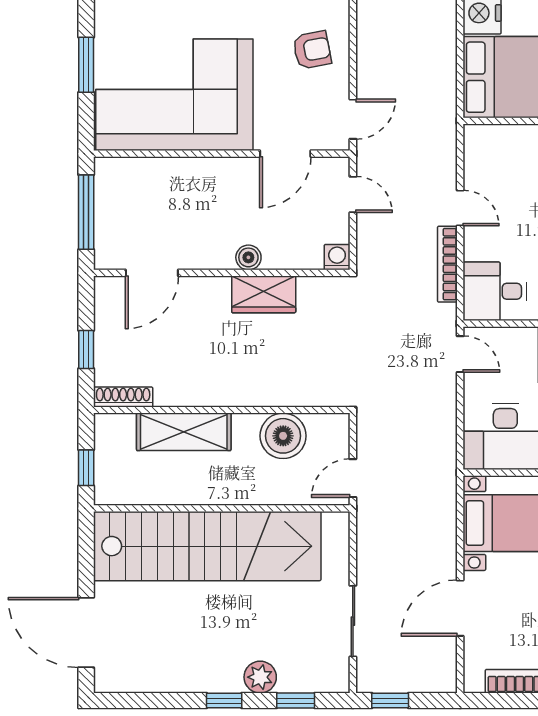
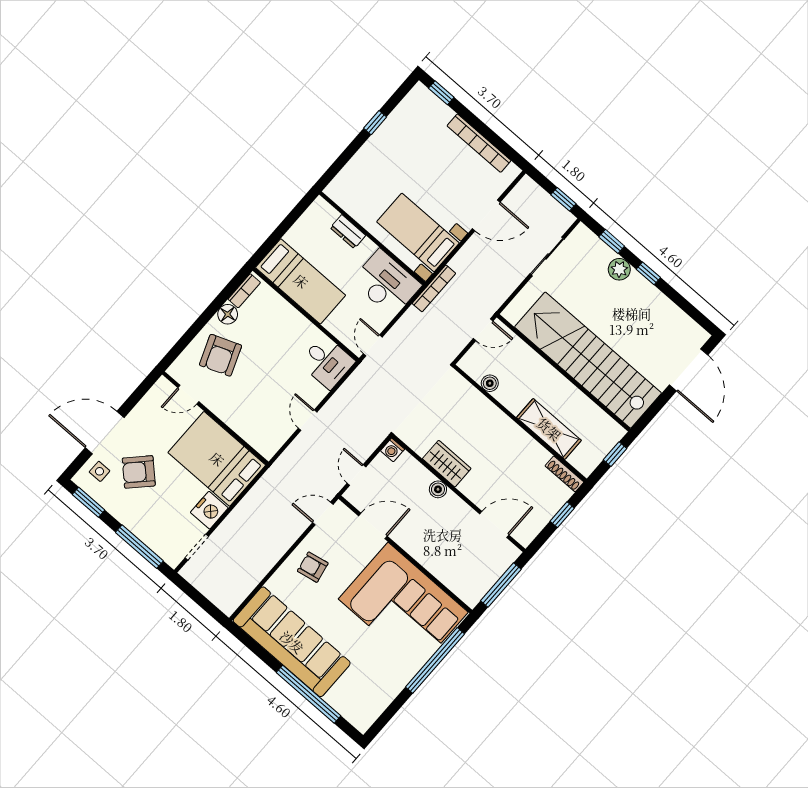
window: (86, 65) -> (435, 660), width x2.11
bookcase: (447, 264) -> (434, 288), moved
boiler: (283, 436) -> (490, 383), width x0.54, depth x0.54

